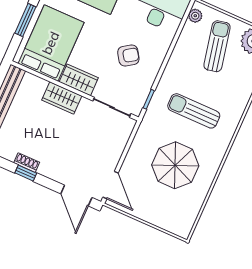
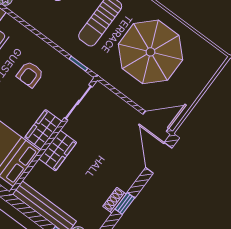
armchair: (128, 55) -> (30, 74), turned -146
parasol: (175, 165) -> (151, 52), width x1.36, depth x1.36
door: (76, 196) -> (159, 158), swing flipped

